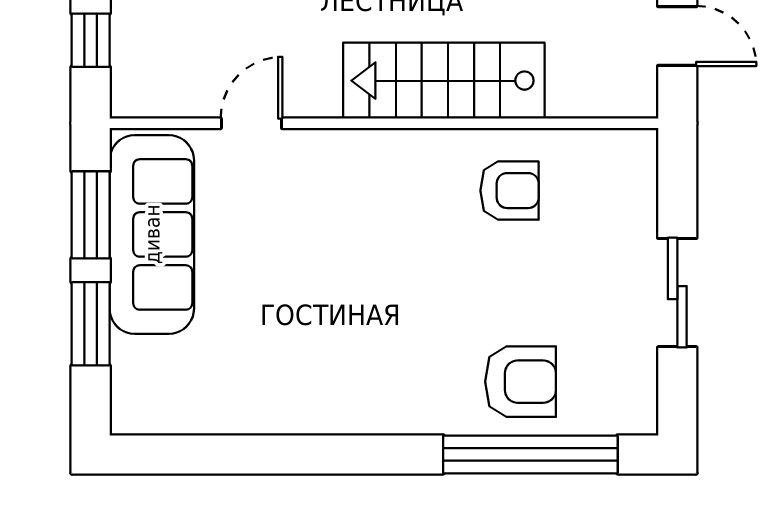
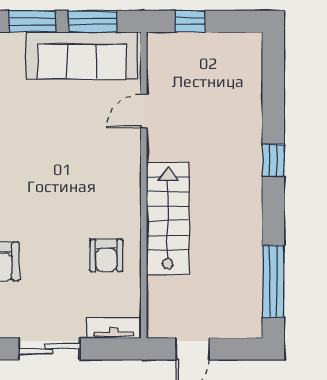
door: (251, 123) -> (144, 111), swing flipped
tv unit: (640, 177) -> (114, 328), added

